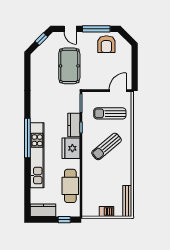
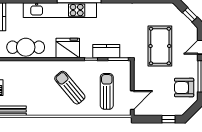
window: (135, 58) -> (168, 119), added
pool table: (69, 66) -> (160, 46), turned 90
door: (118, 91) -> (132, 100), hinge flipped
kitchen counter: (74, 125) -> (106, 51), moved

